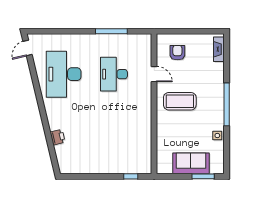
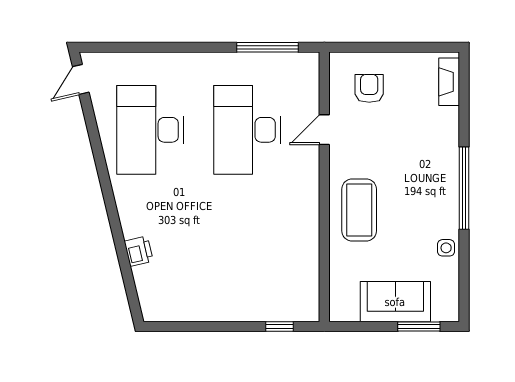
window: (111, 31) -> (267, 47), moved
desk: (114, 74) -> (247, 130), width x1.36, depth x1.30
door: (154, 74) -> (324, 130), swing flipped
coffee table: (180, 101) -> (359, 210), moved, turned 90

